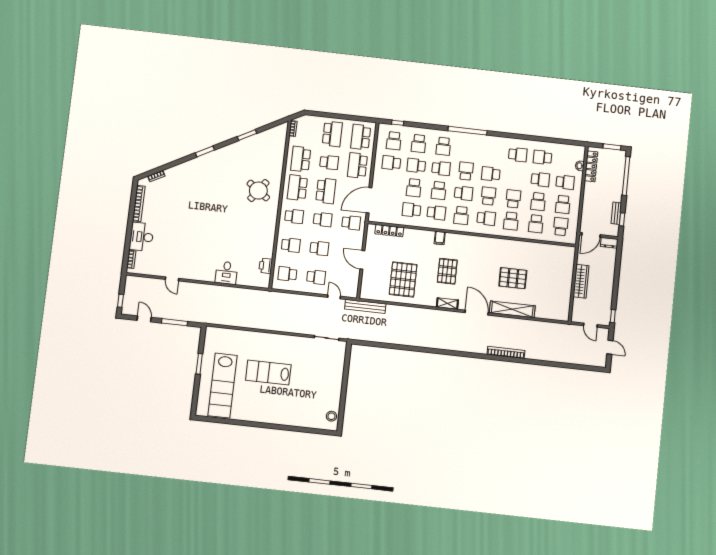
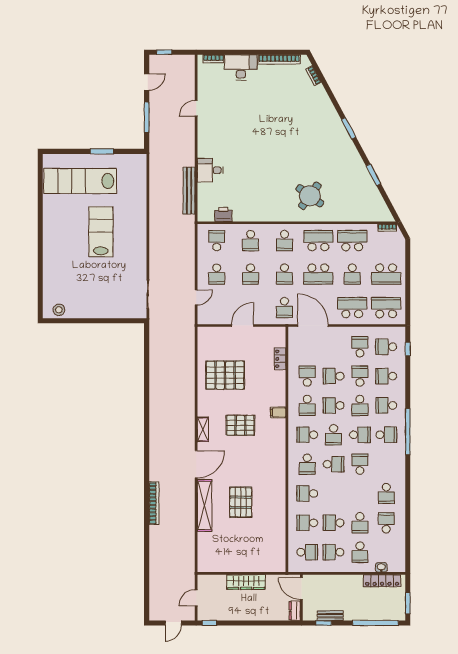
school desk: (513, 199) -> (386, 435), moved
locker: (389, 231) -> (280, 359), width x0.66
bench: (365, 306) -> (189, 191), moved

